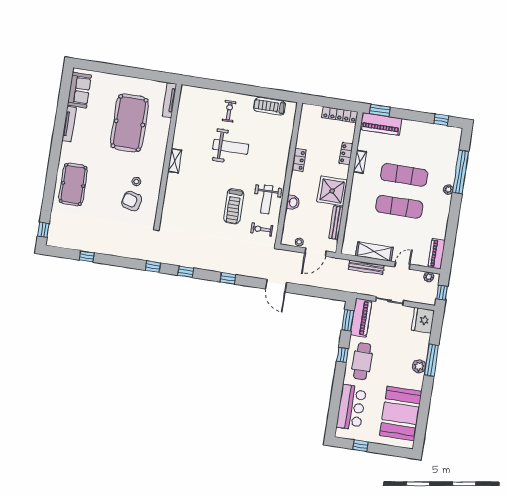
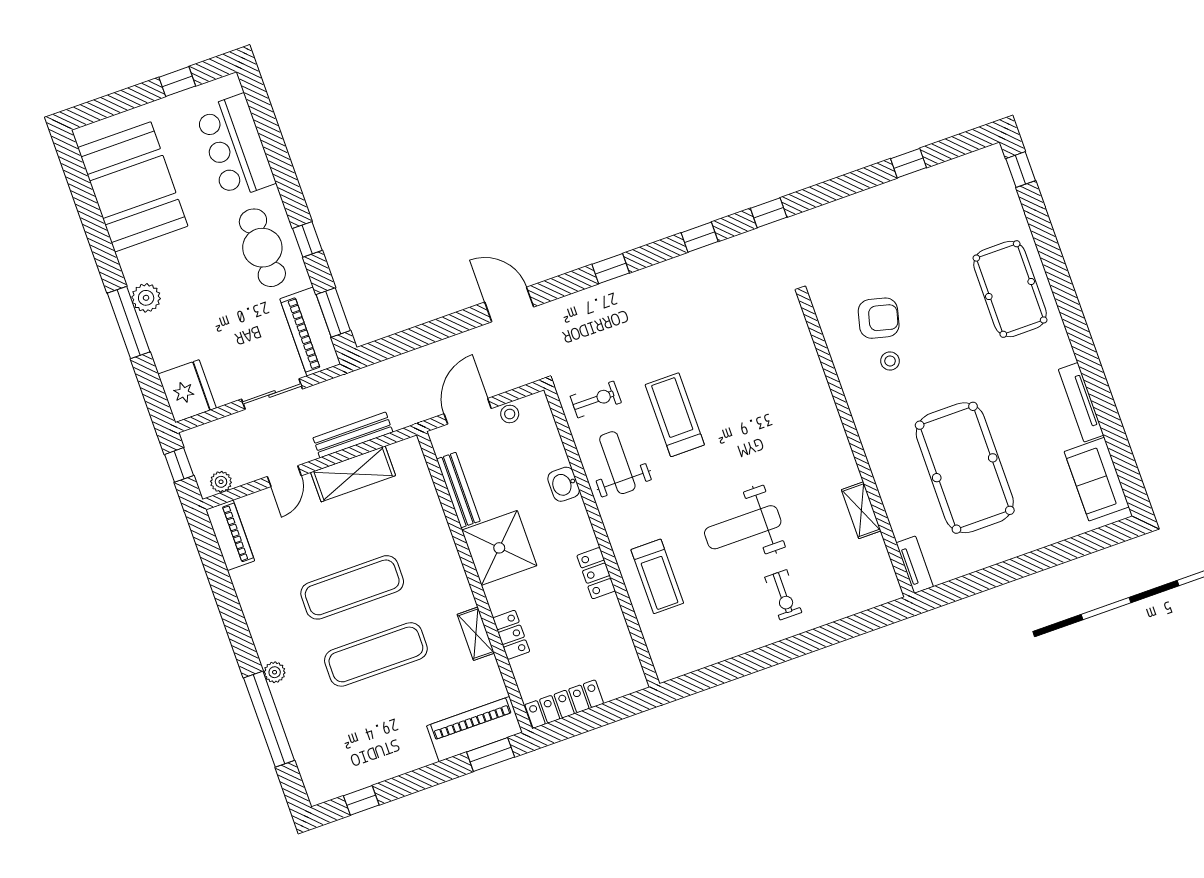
tv unit: (169, 100) -> (915, 565), width x0.71
treadmill: (270, 106) -> (657, 576), moved, turned 90
shelving: (175, 161) -> (861, 510), moved

